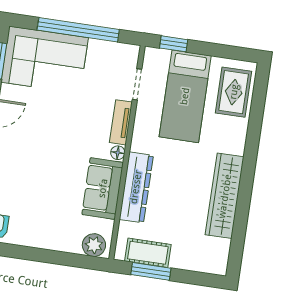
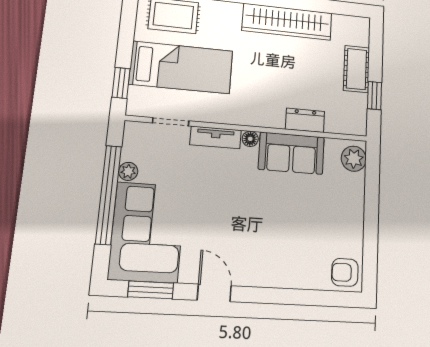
plant: (96, 47) -> (128, 171), added
dresser: (136, 187) -> (305, 120), width x0.51, depth x0.80
cot: (148, 253) -> (356, 69), moved
window: (151, 271) -> (374, 96), width x0.67

